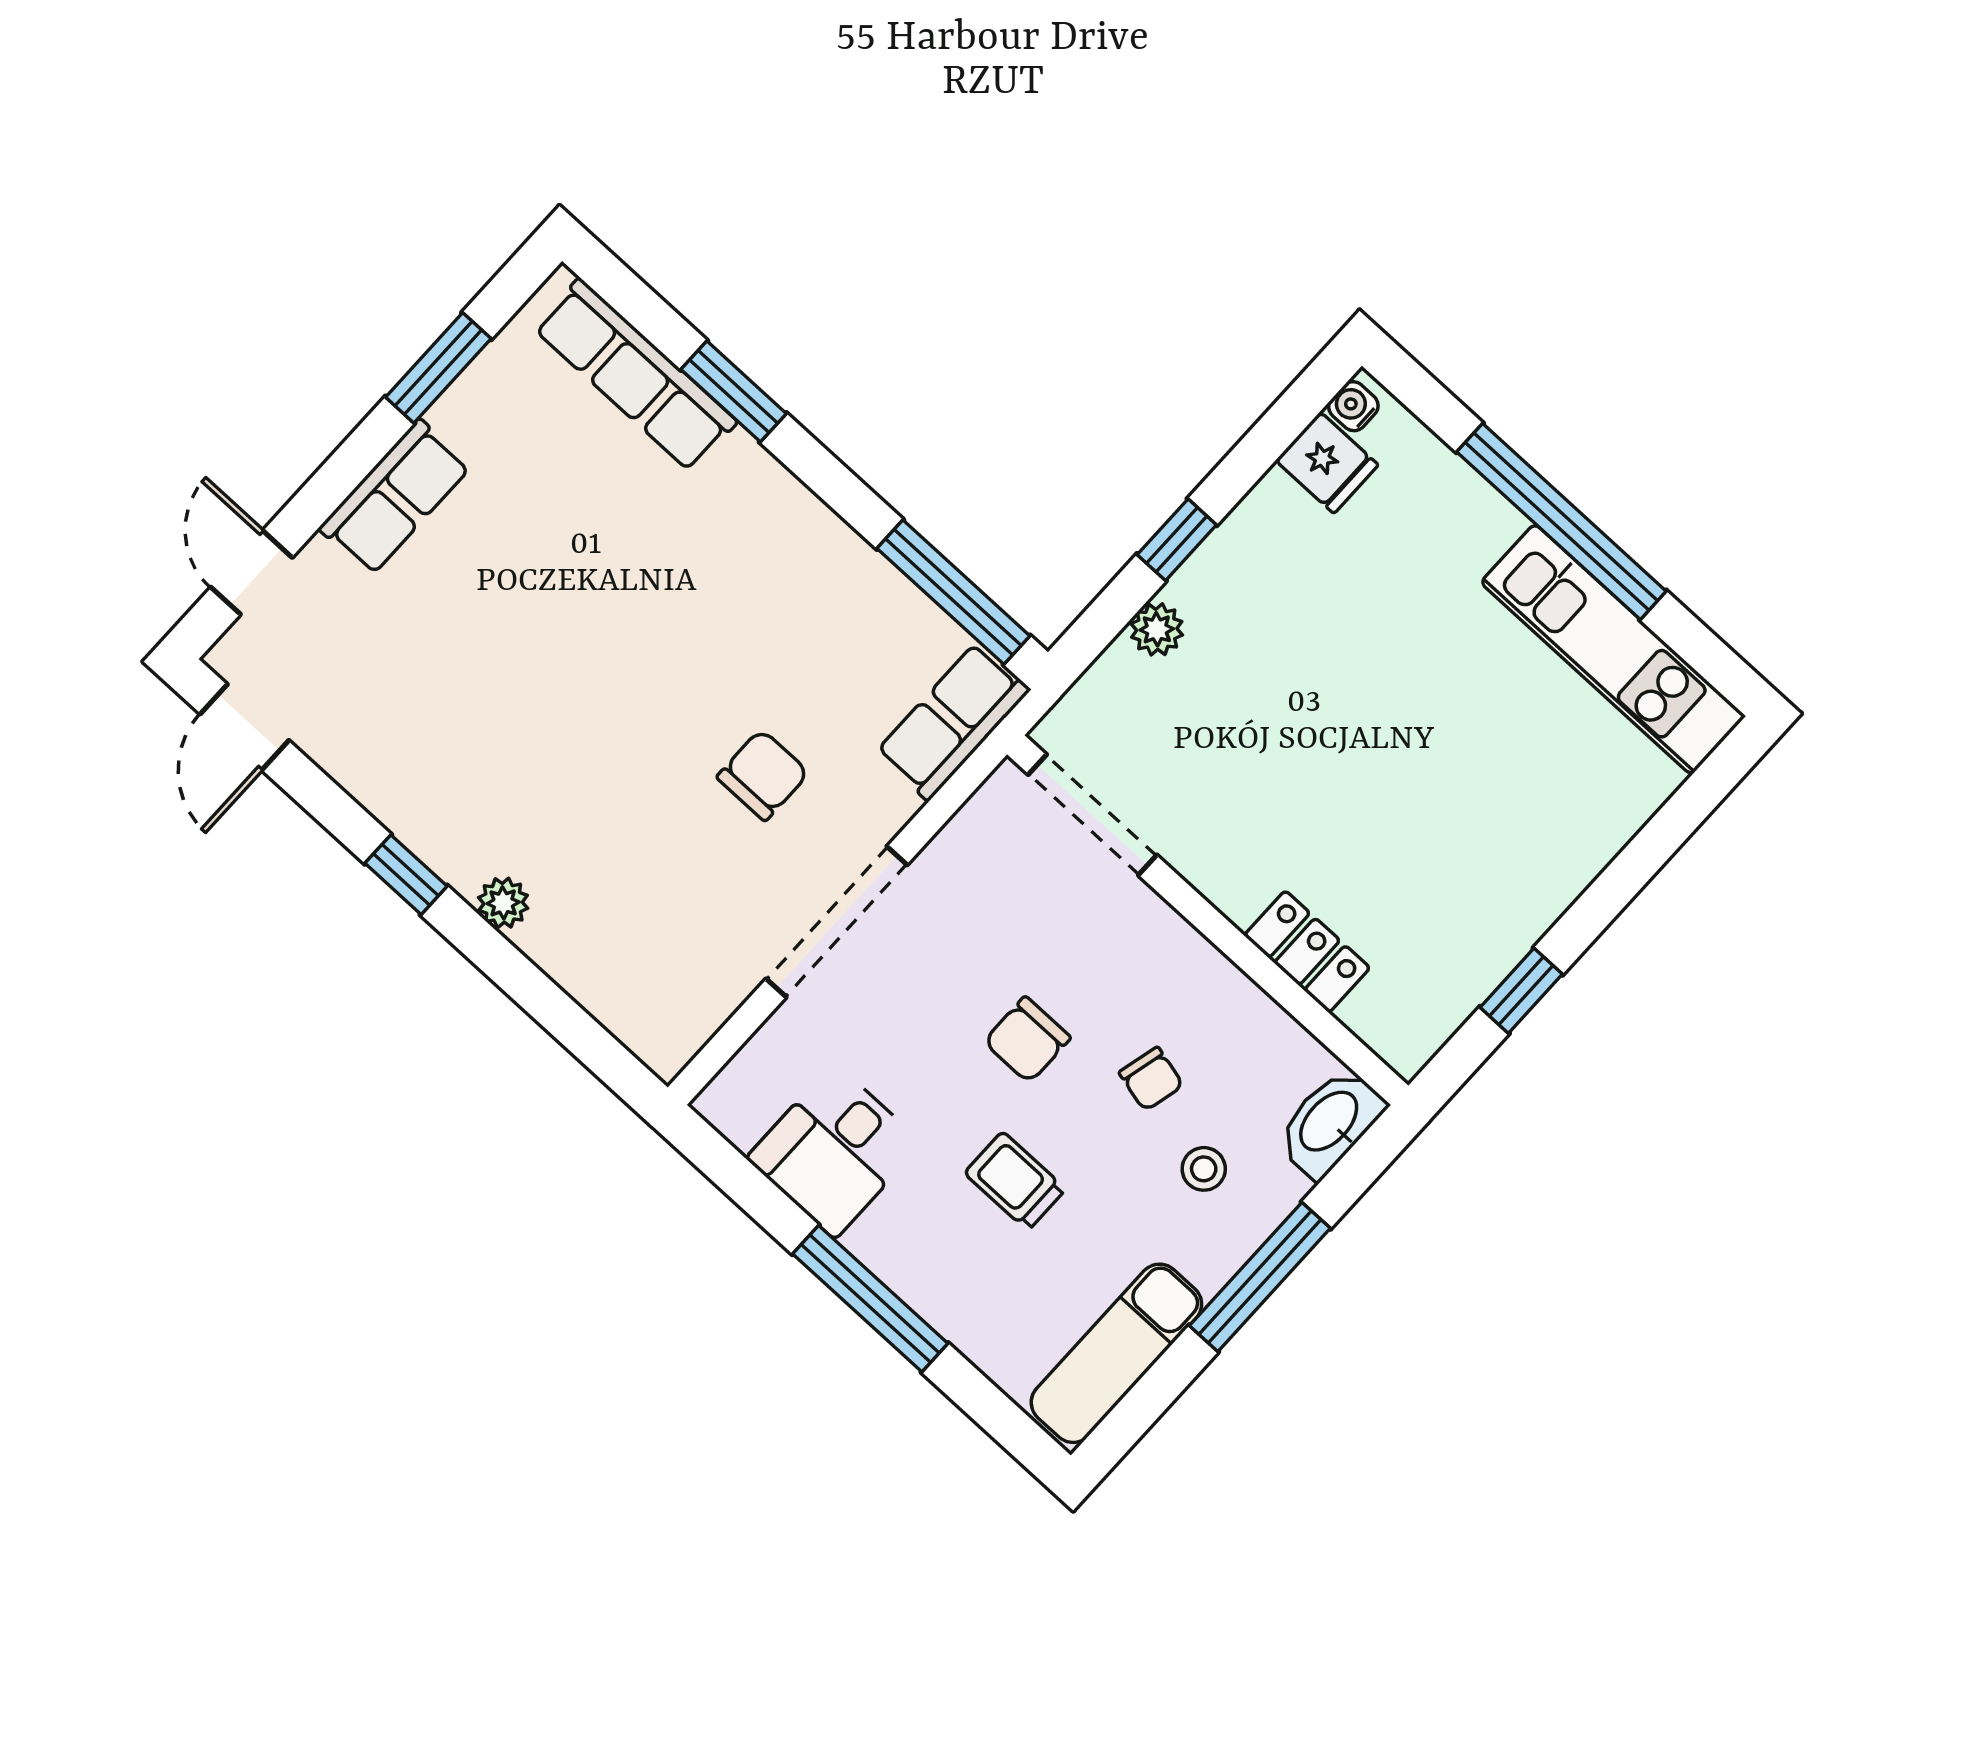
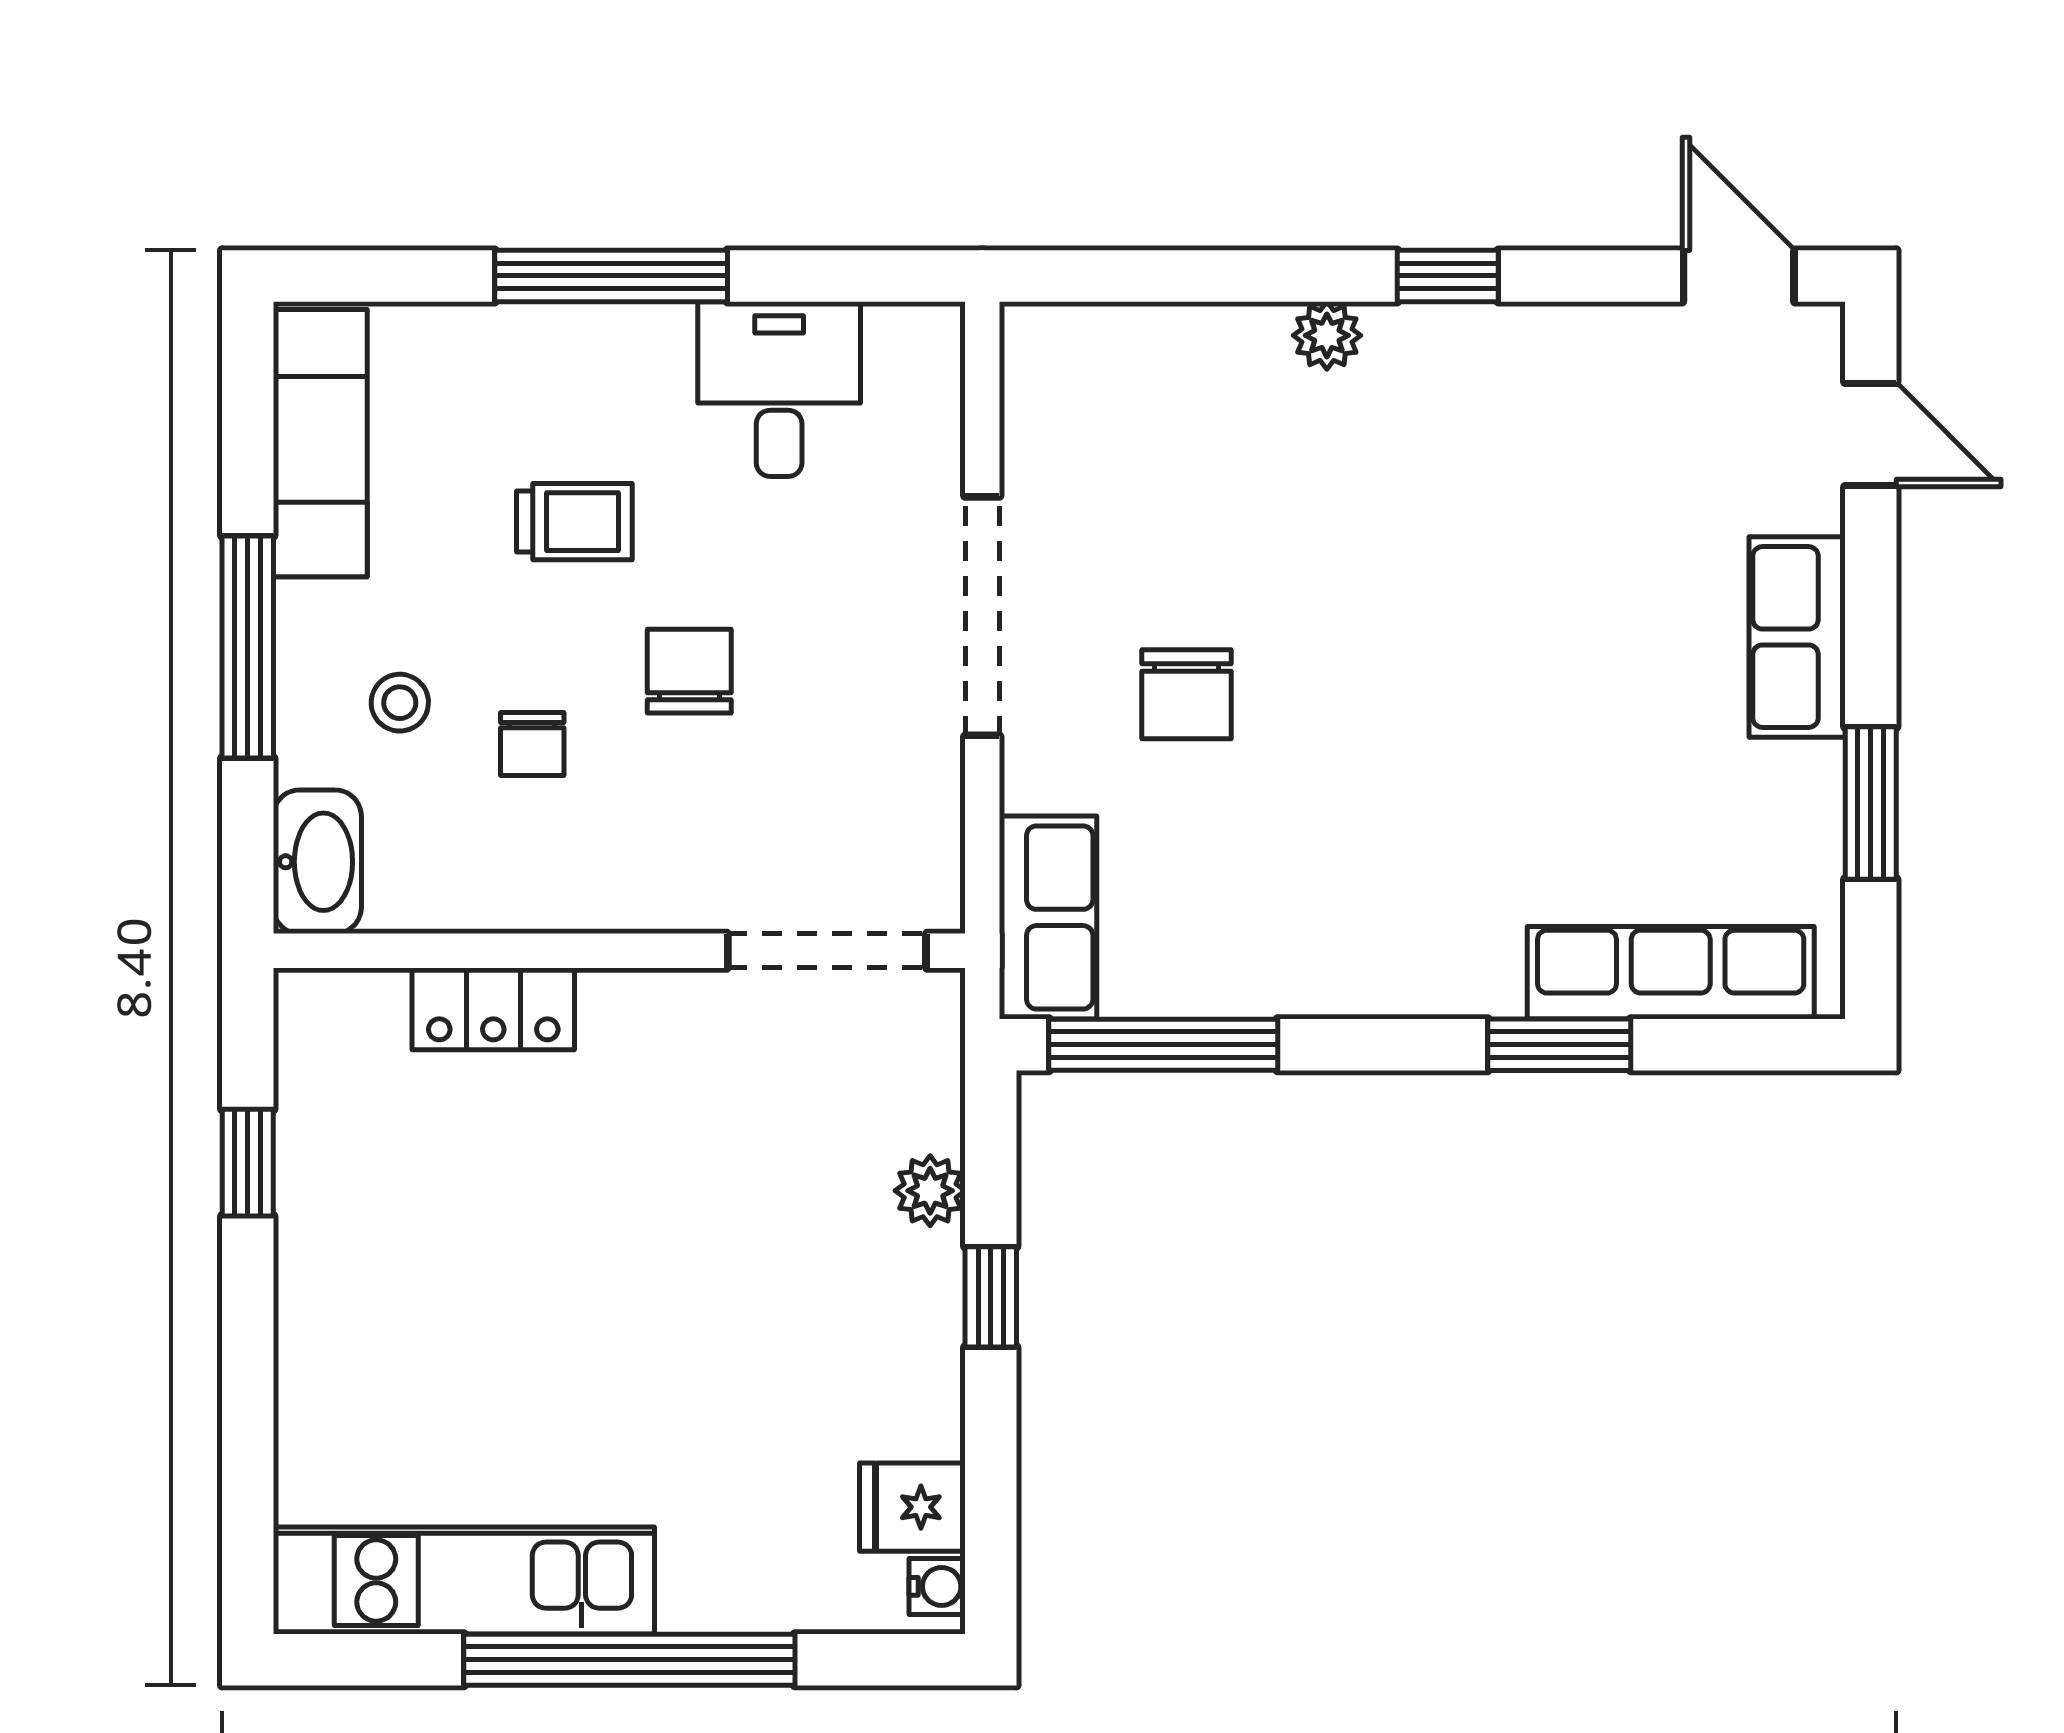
chair: (1151, 1079) -> (532, 744), turned -104

